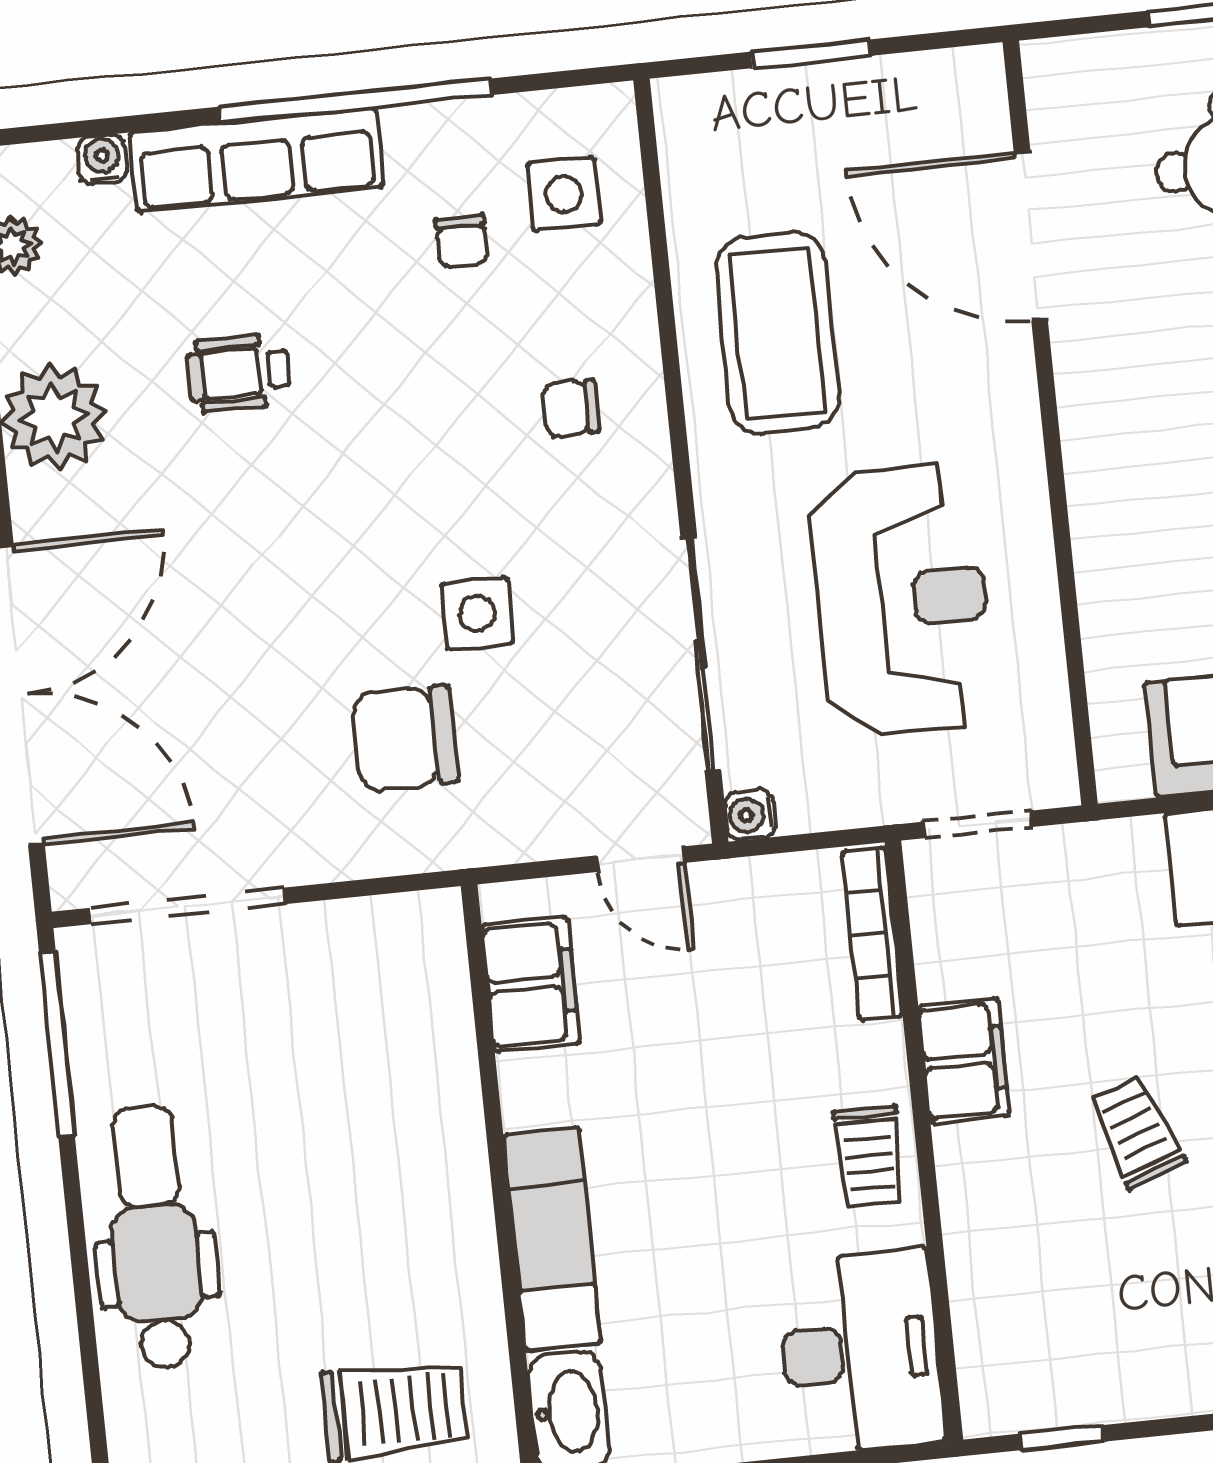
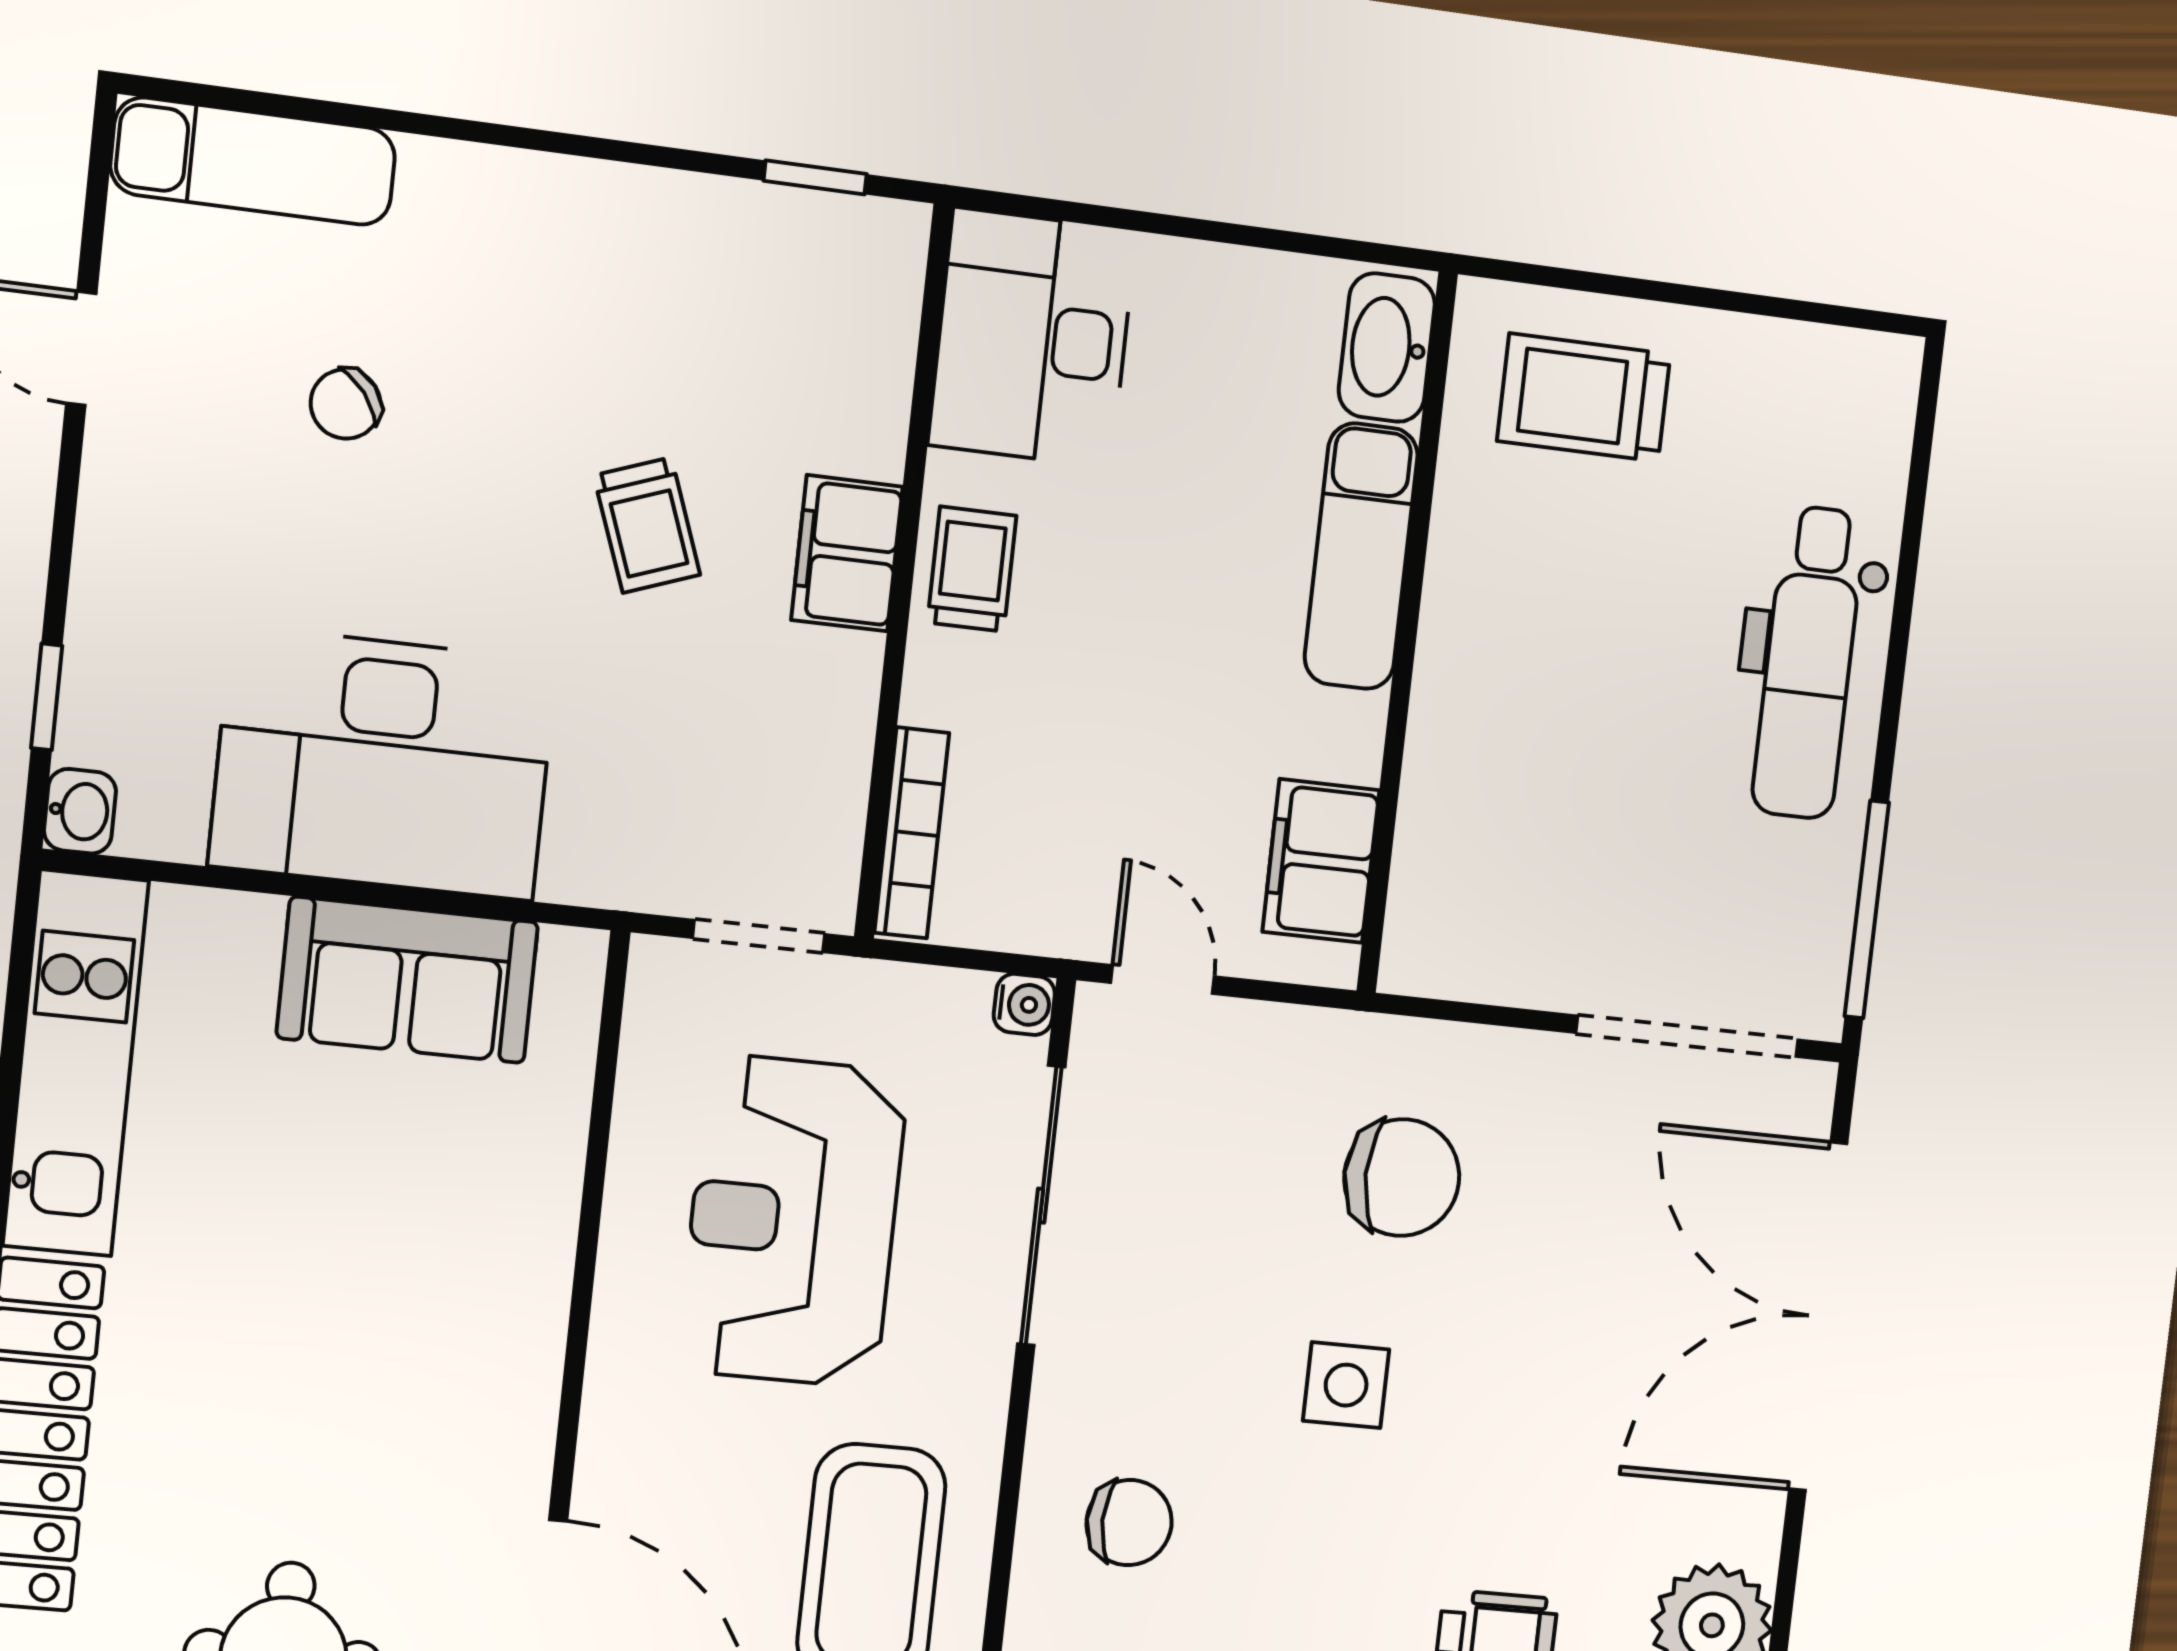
chair: (571, 408) -> (1129, 1523), width x1.37, depth x1.37
side table: (477, 613) -> (1346, 1385), moved
filing cabinet: (964, 1061) -> (847, 553), moved

